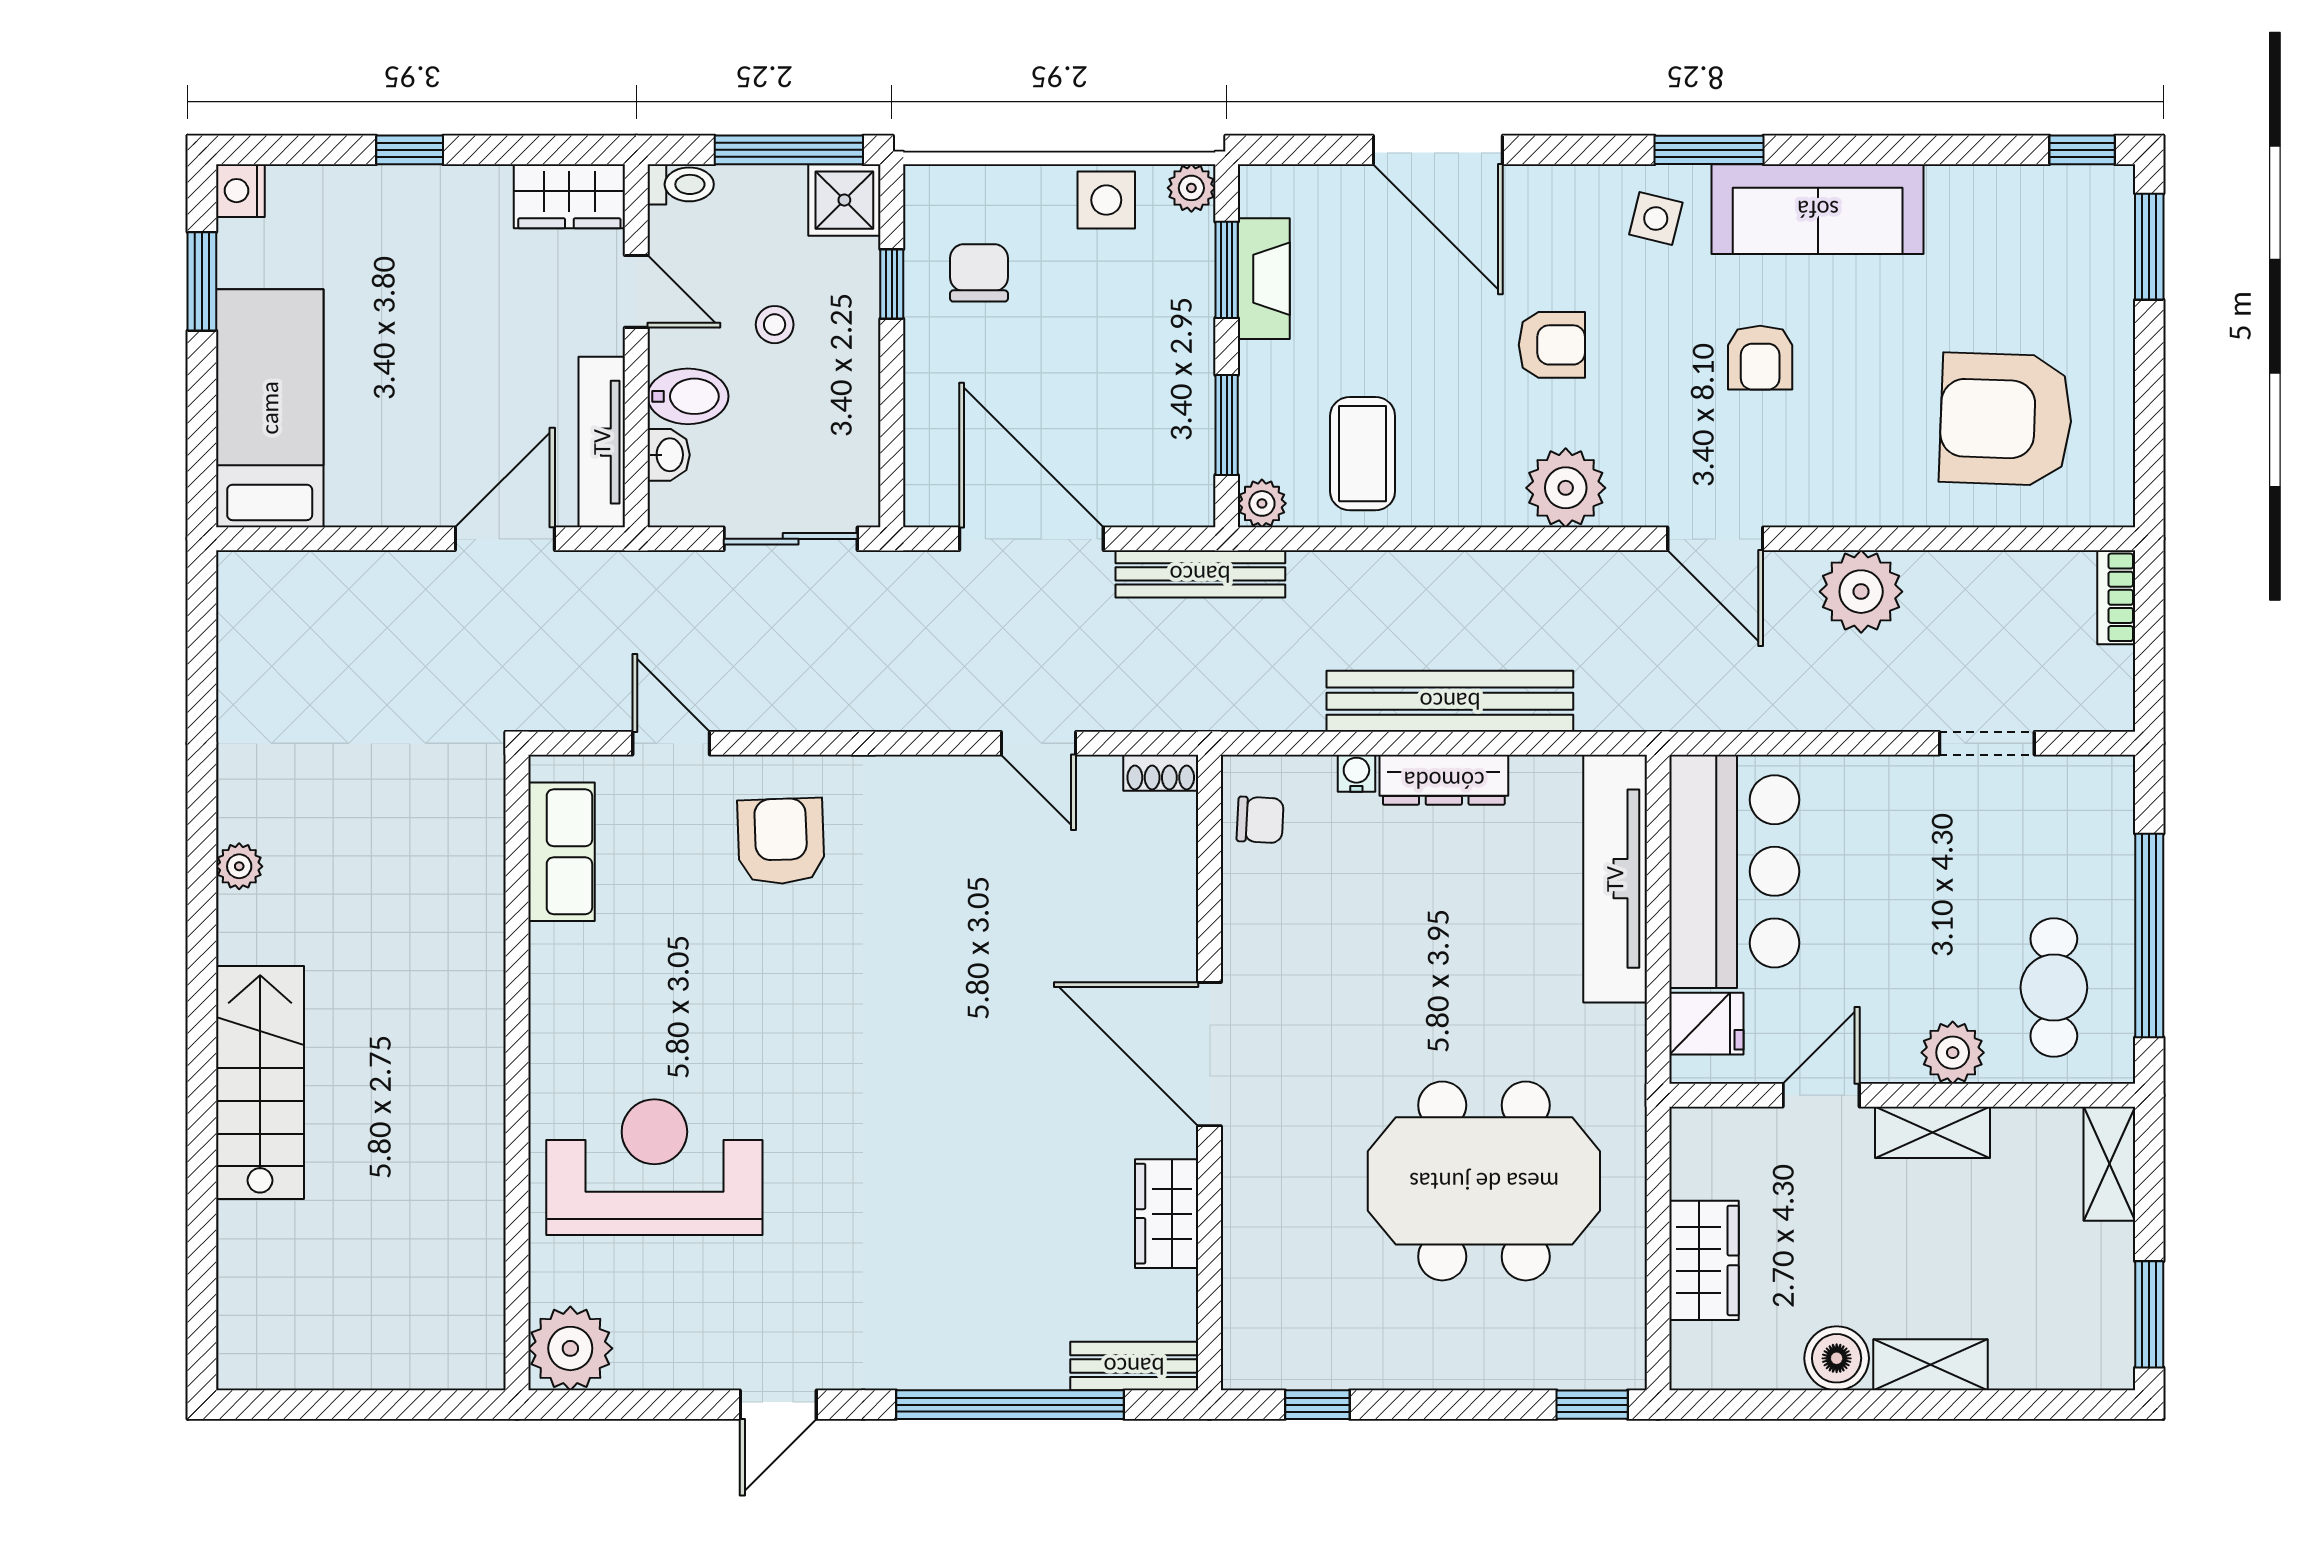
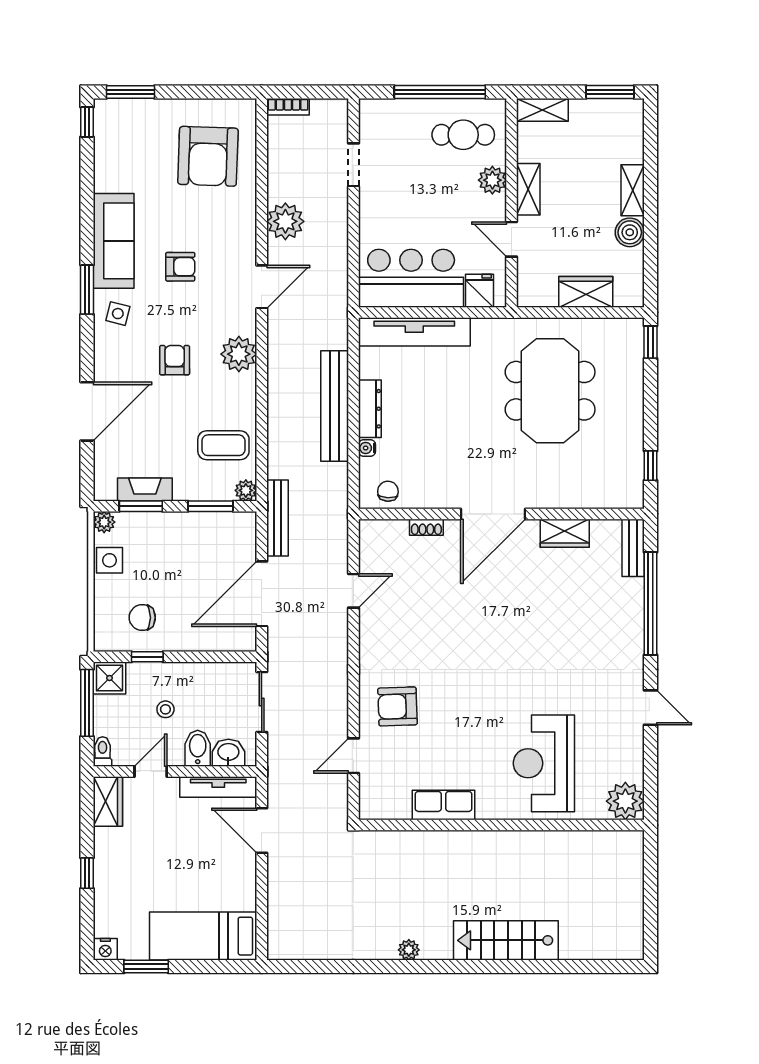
washbasin: (669, 455) -> (228, 753), width x1.38, depth x1.45
shoe rack: (1161, 773) -> (426, 527), moved, turned 90
row of seats: (561, 852) -> (444, 805), moved

